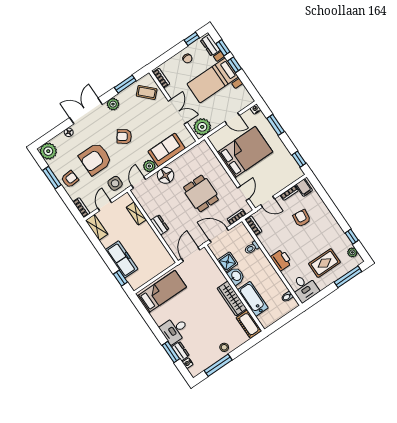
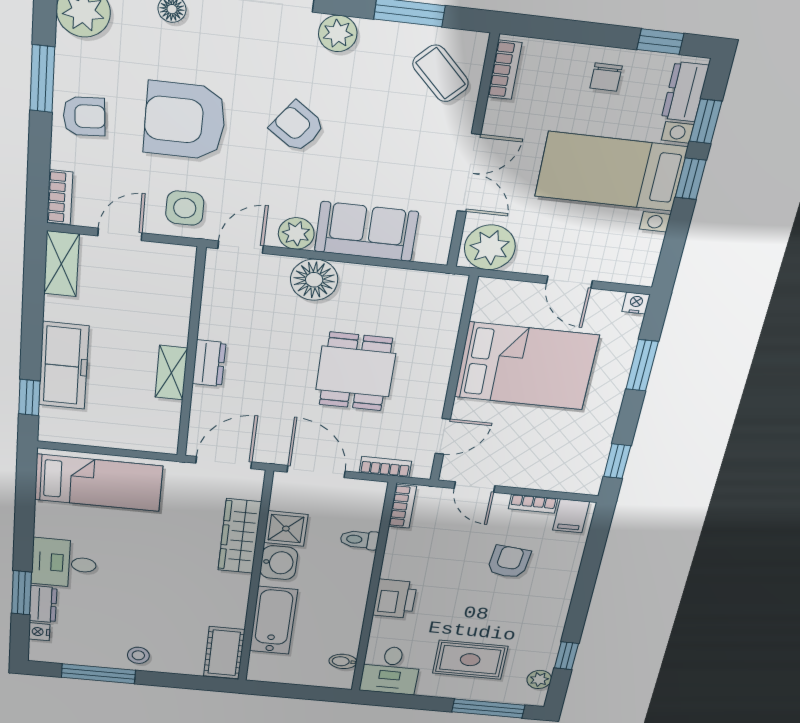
shelving: (136, 213) -> (171, 373), moved
wardrobe: (232, 299) -> (240, 536), moved

